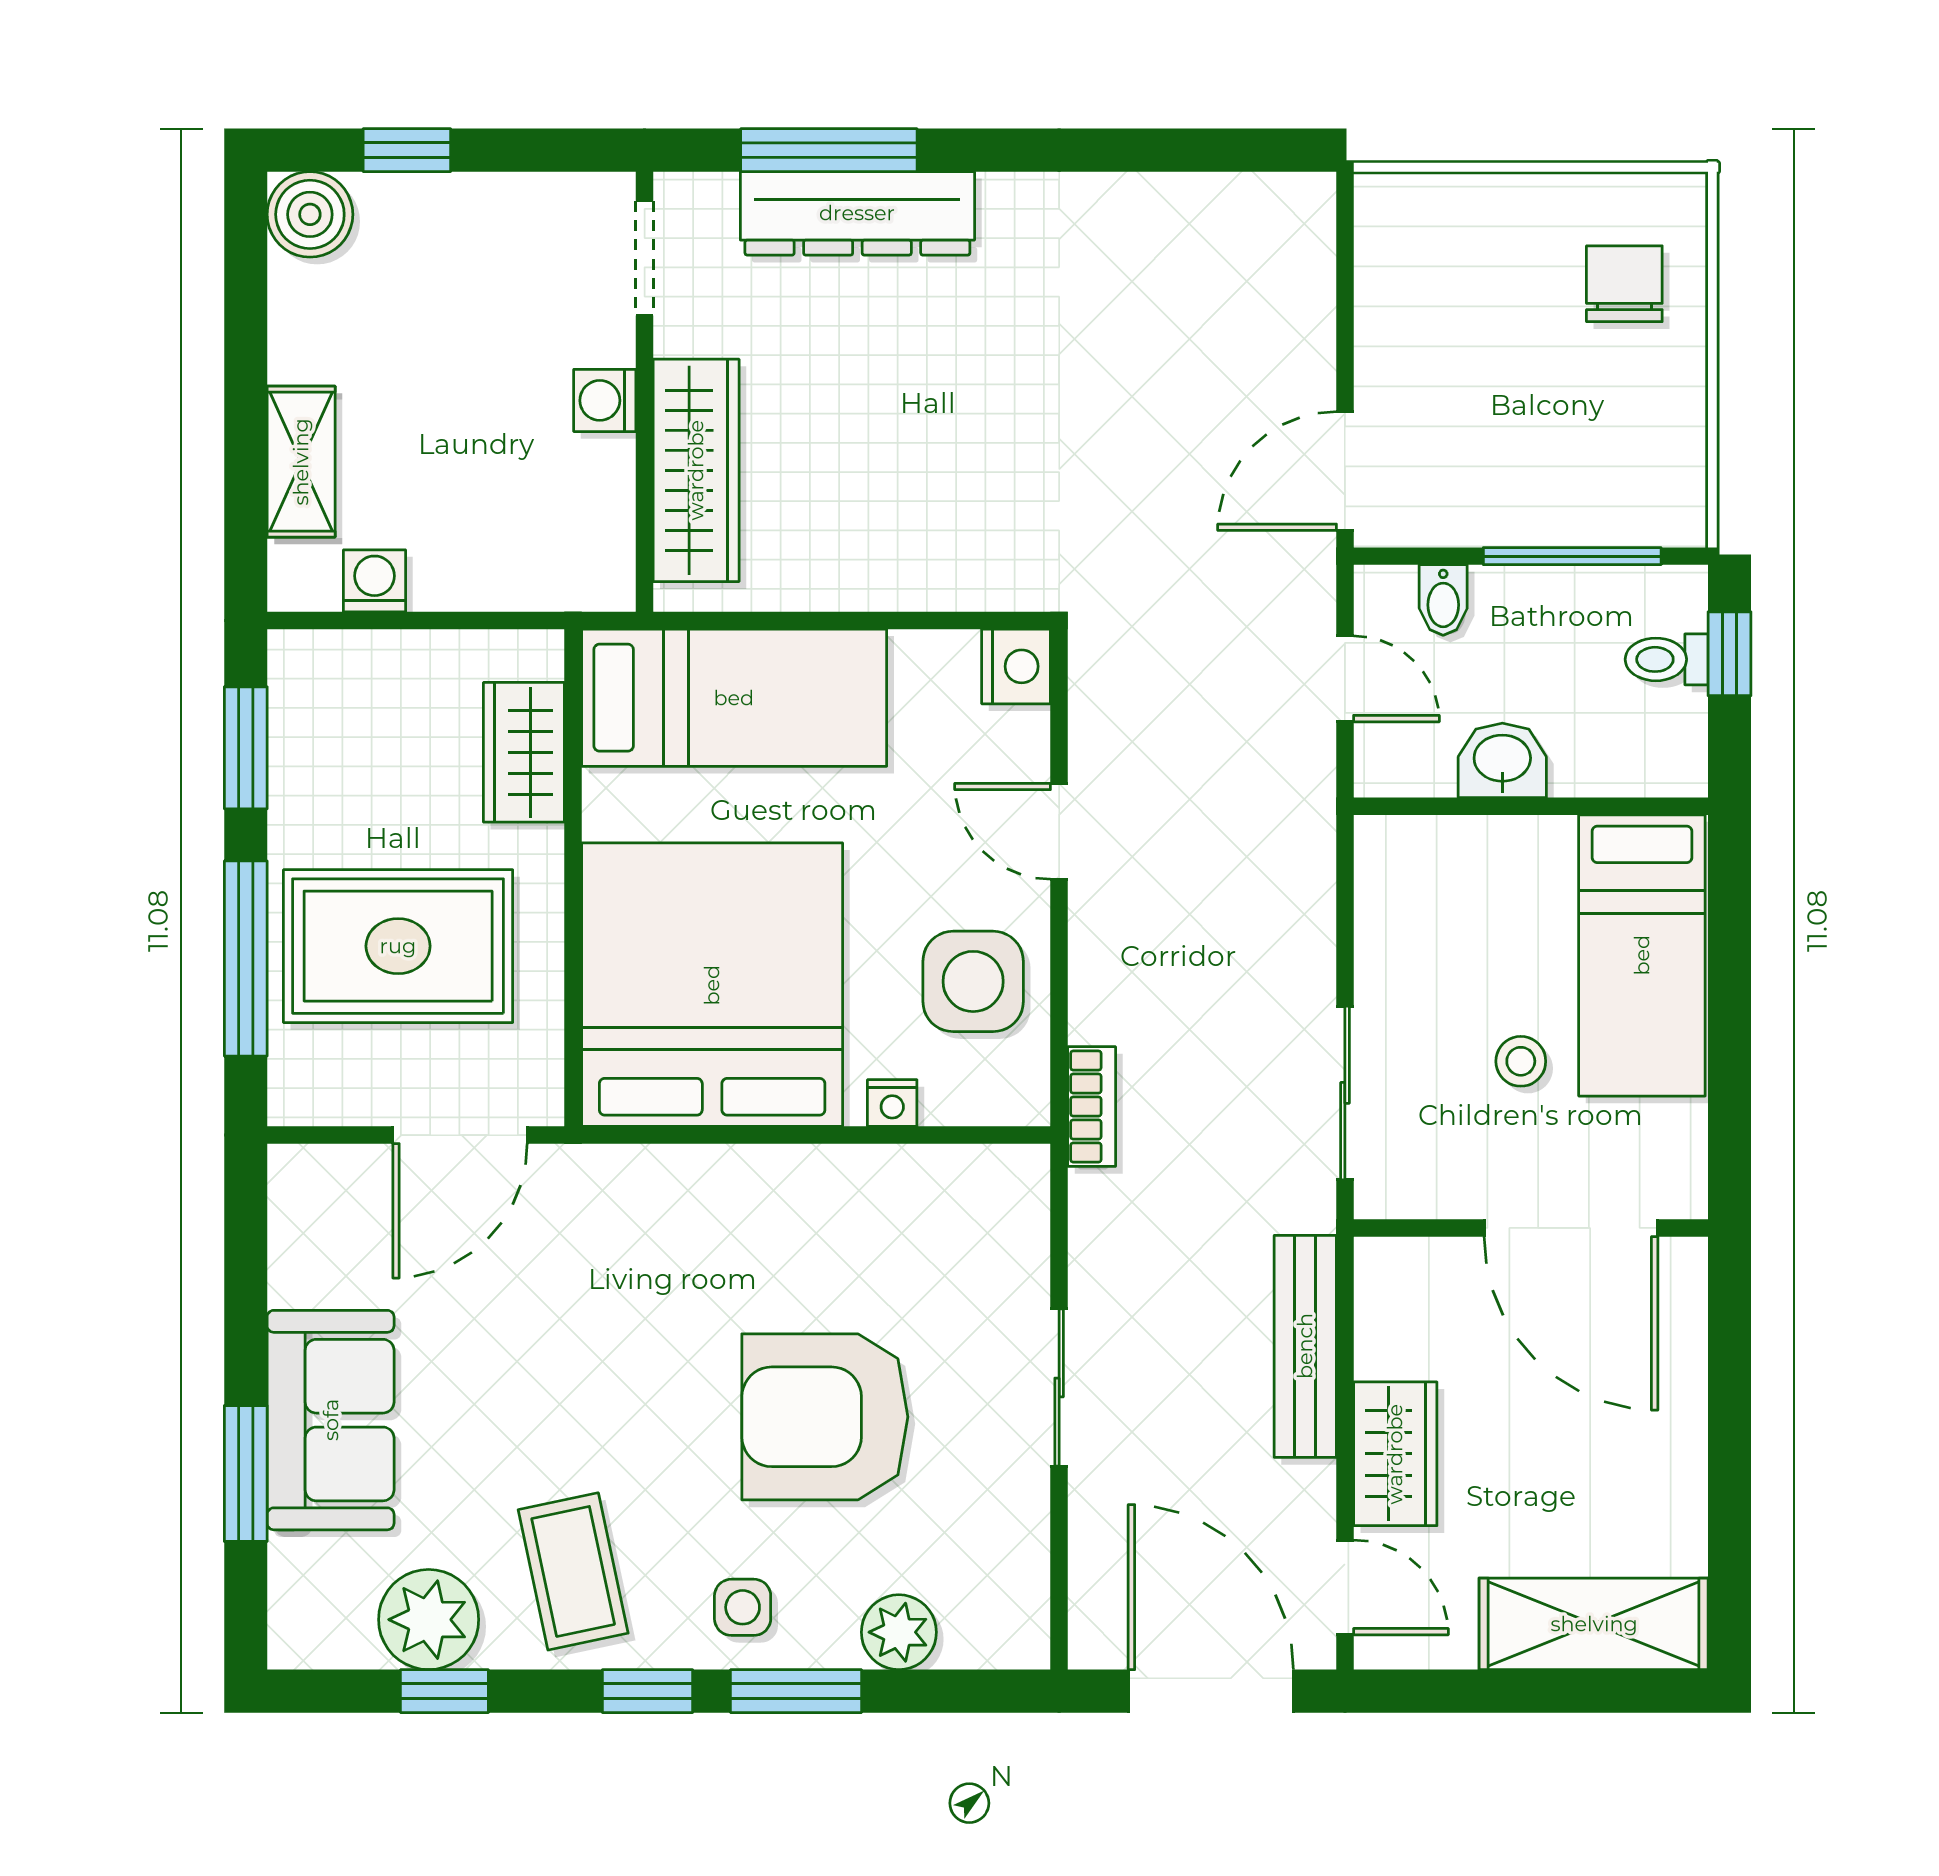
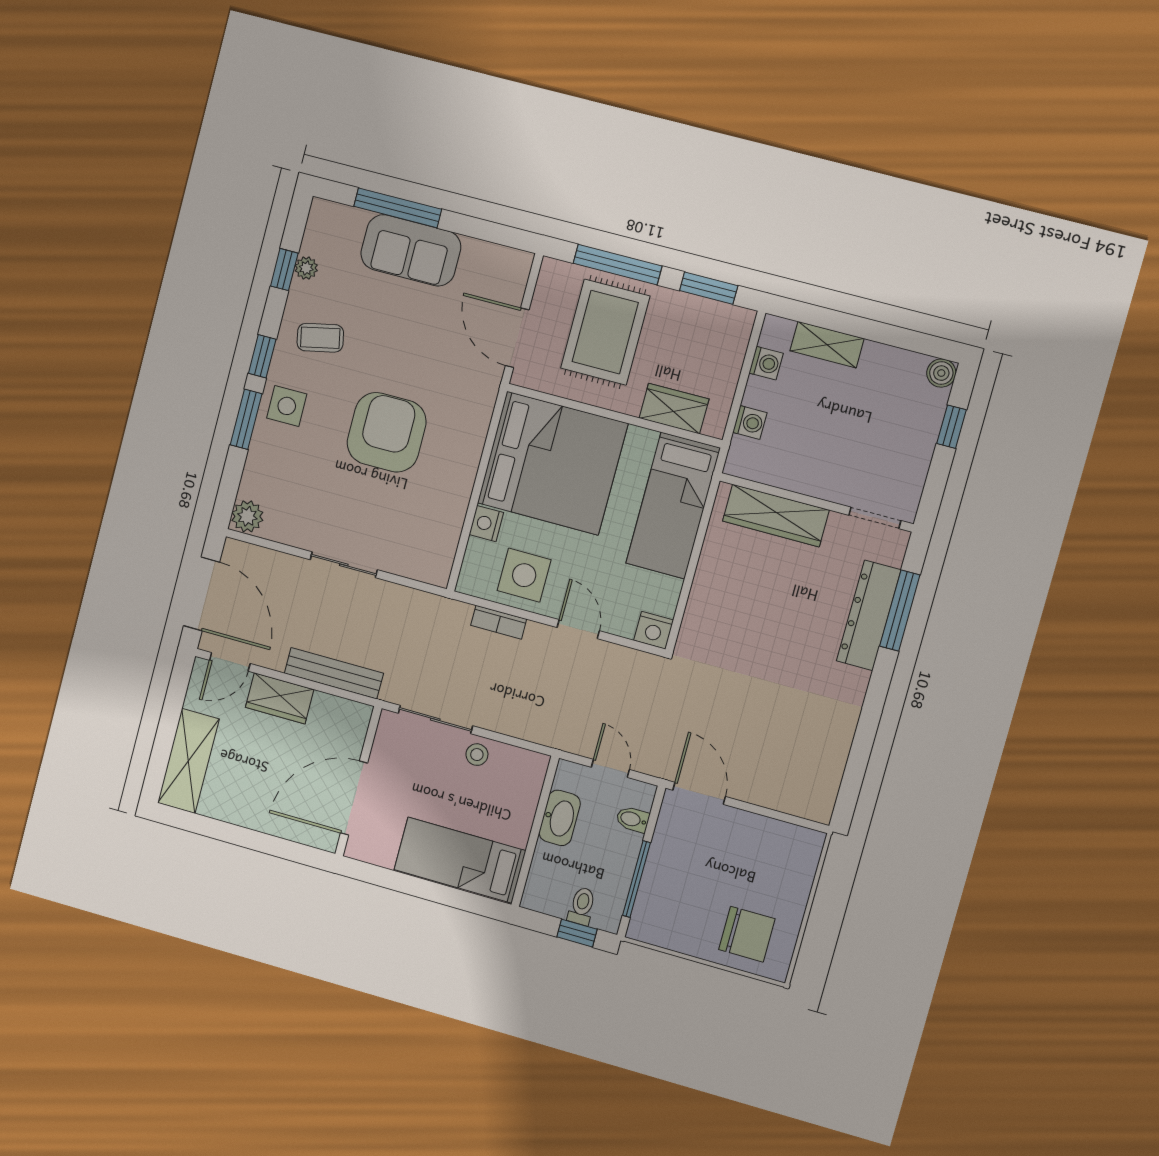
boiler: (310, 214) -> (941, 373), width x0.73, depth x0.73
chair: (1624, 284) -> (747, 934), width x1.37, depth x1.37
washing machine: (605, 400) -> (750, 423), moved, turned 90
door: (1345, 679) -> (610, 768), swing flipped
washbasin: (1502, 760) -> (560, 818), width x1.38
door: (1059, 831) -> (578, 629), hinge flipped
stool: (1521, 1061) -> (477, 755), moved
nightstand: (892, 1103) -> (486, 524), width x1.39, depth x1.35
bookcase: (1092, 1107) -> (499, 622), moved
armchair: (825, 1417) -> (387, 432), moved
window: (246, 1474) -> (398, 208), width x1.44
coffee table: (573, 1571) -> (320, 338), width x0.73, depth x0.77
side table: (743, 1607) -> (287, 406), width x1.37, depth x1.37
plant: (429, 1620) -> (306, 268), width x0.53, depth x0.53
plant: (899, 1632) -> (247, 516), moved
door: (1211, 1691) -> (202, 594), hinge flipped

